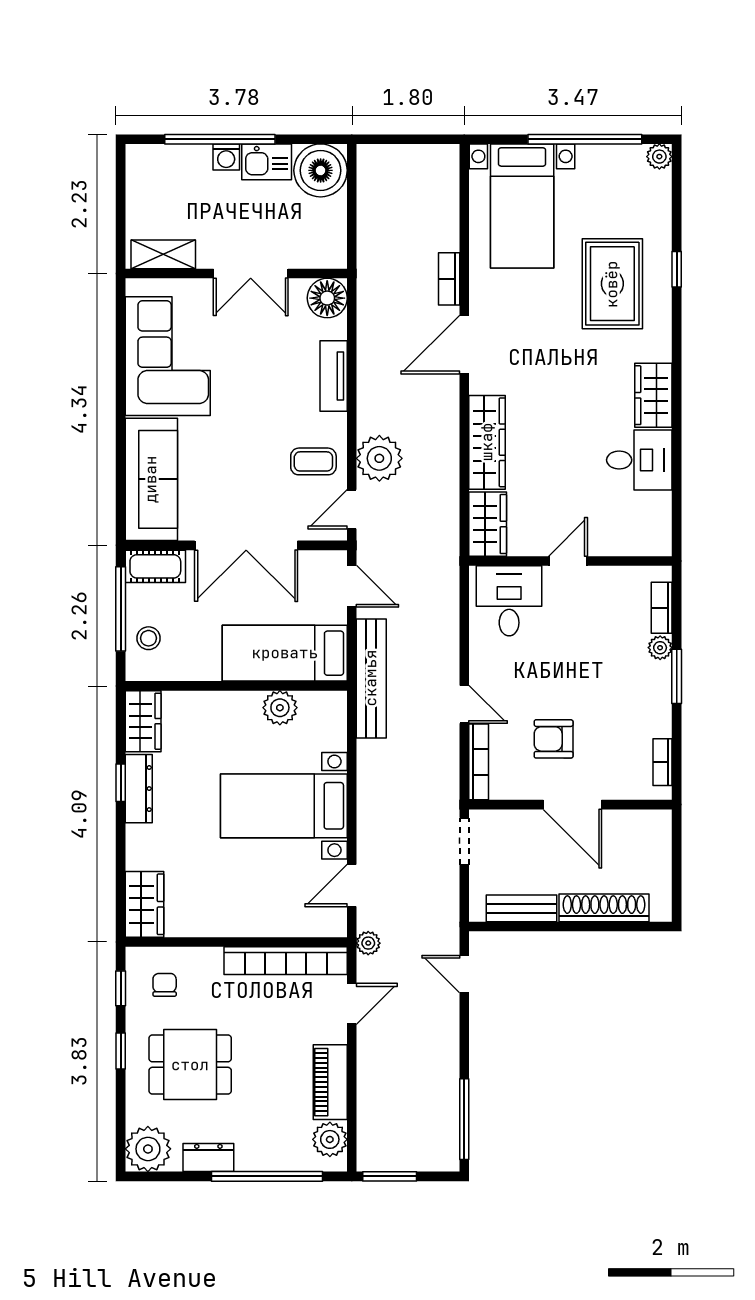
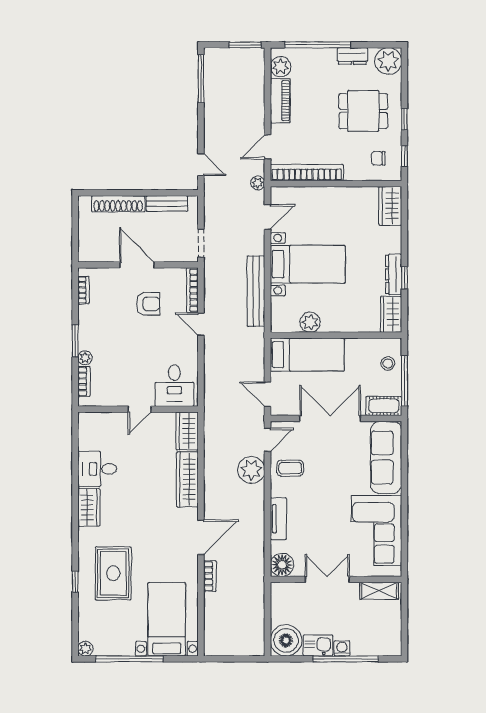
bench: (371, 678) -> (256, 291), moved
chair: (165, 985) -> (378, 158), turned 90

